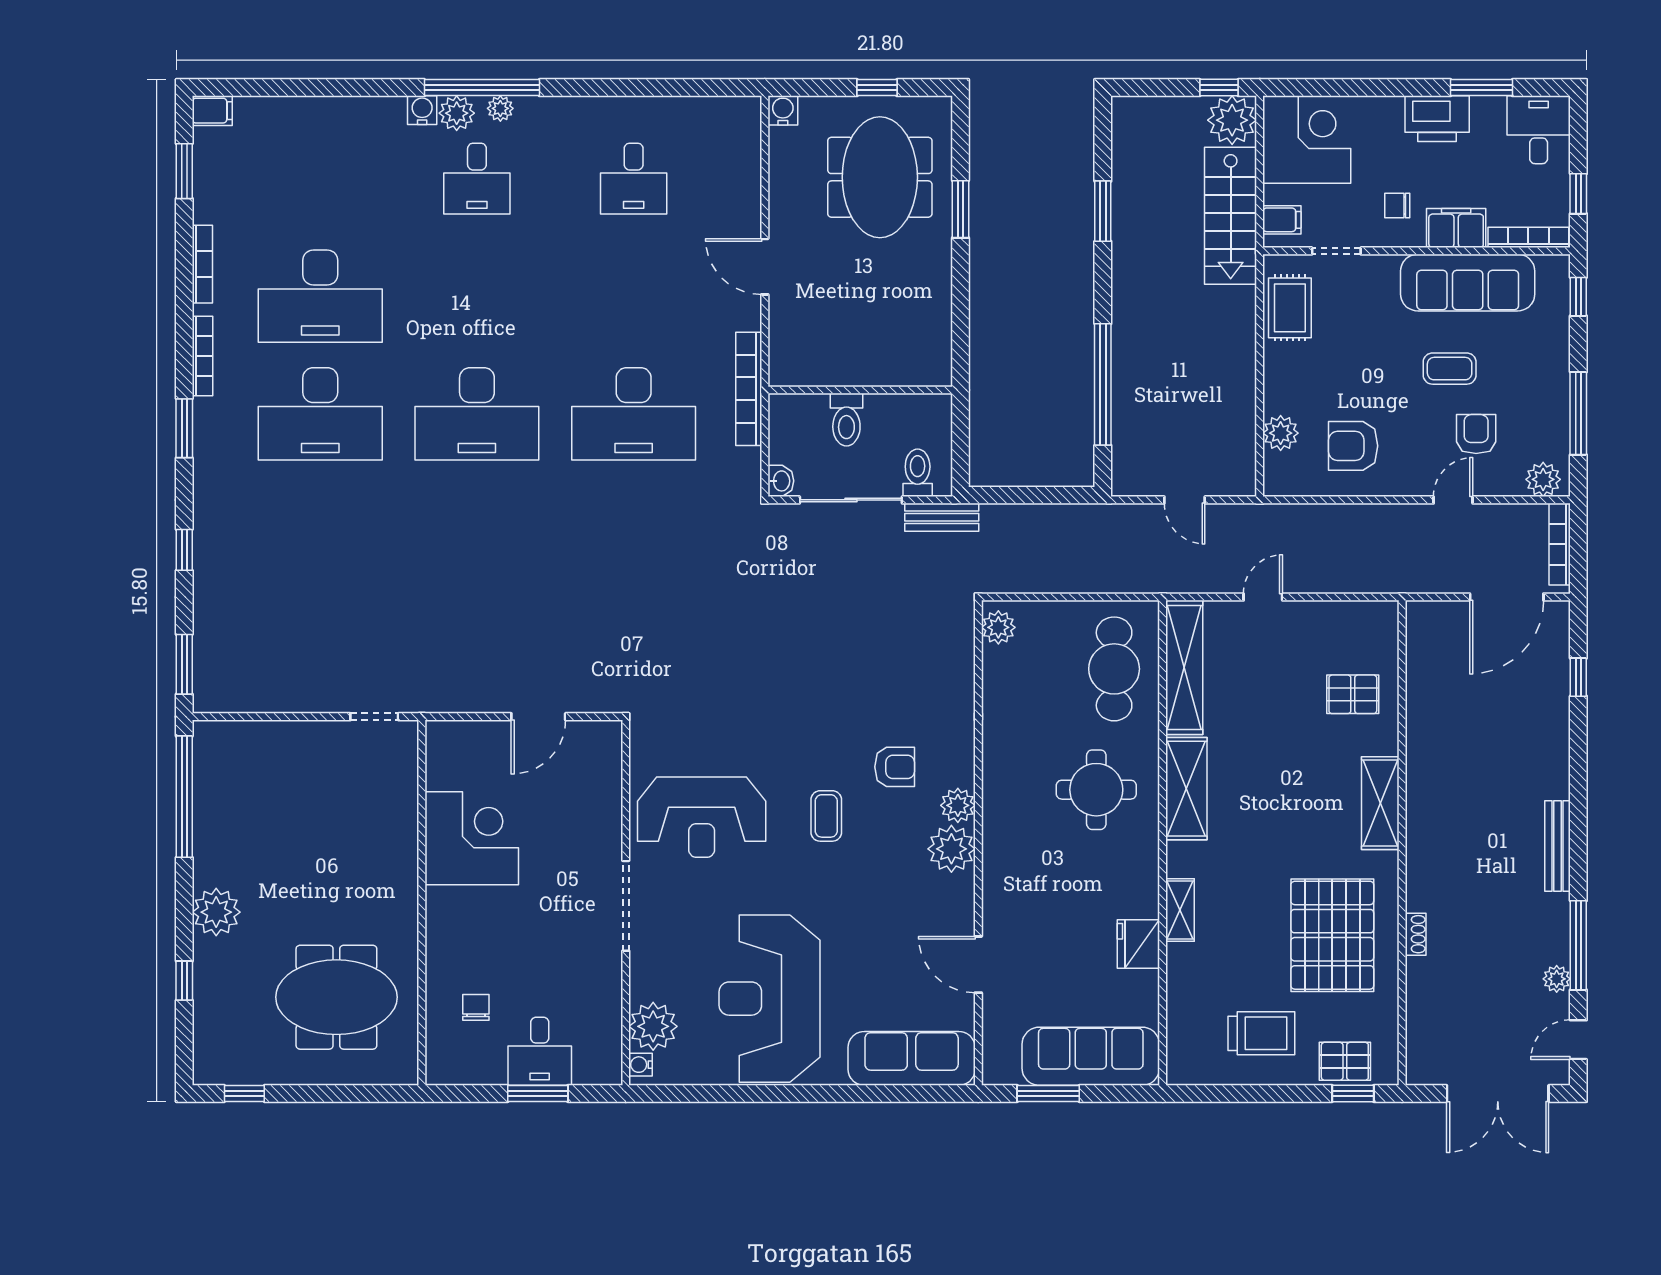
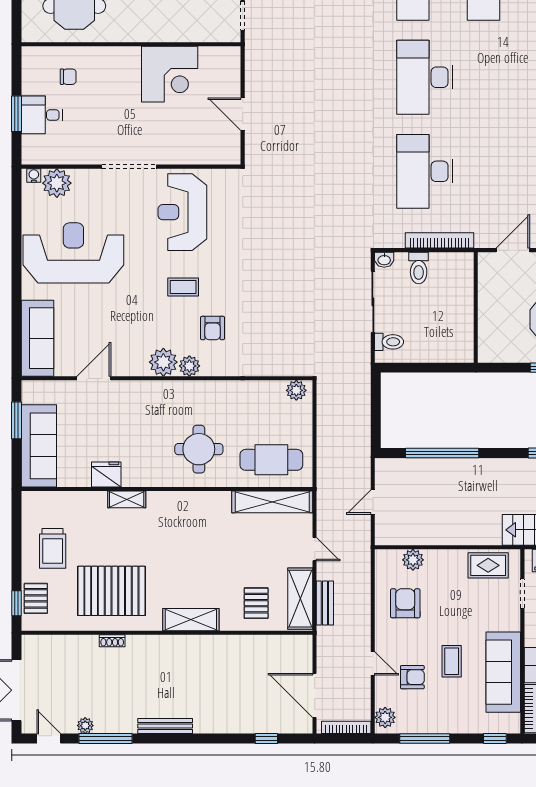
wall: (860, 390) -> (476, 307), moved
toilet: (846, 420) -> (419, 268), moved, turned -90
bench: (942, 517) -> (325, 603), moved
shelving: (1186, 789) -> (300, 599), moved, turned 90

